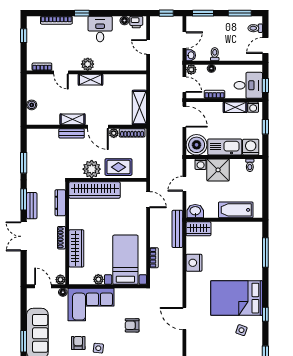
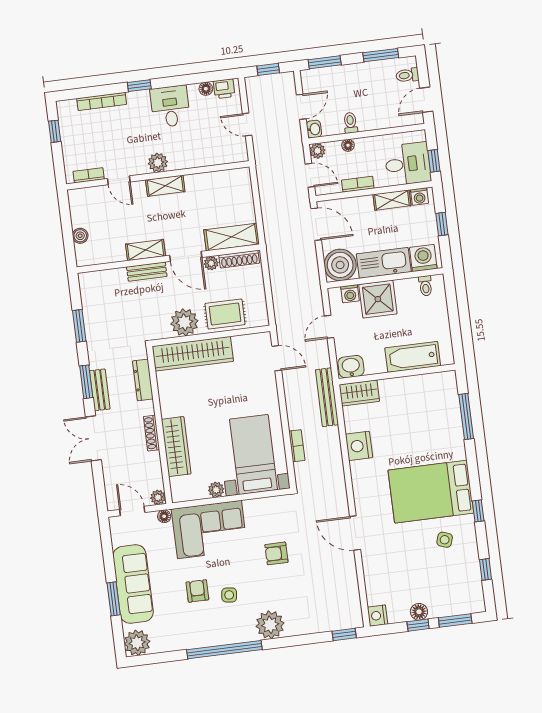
shelving: (139, 108) -> (232, 237), moved, turned 90

